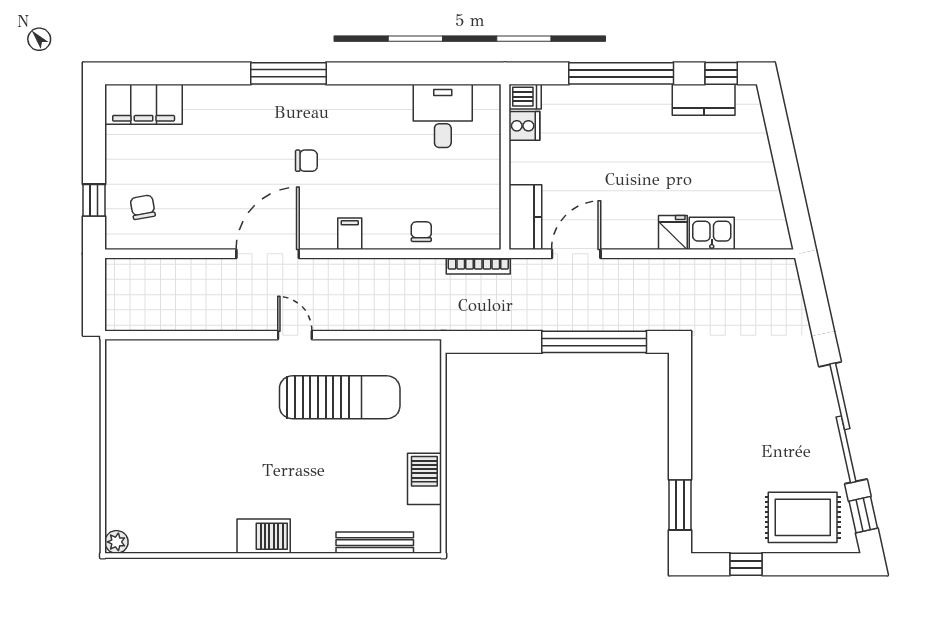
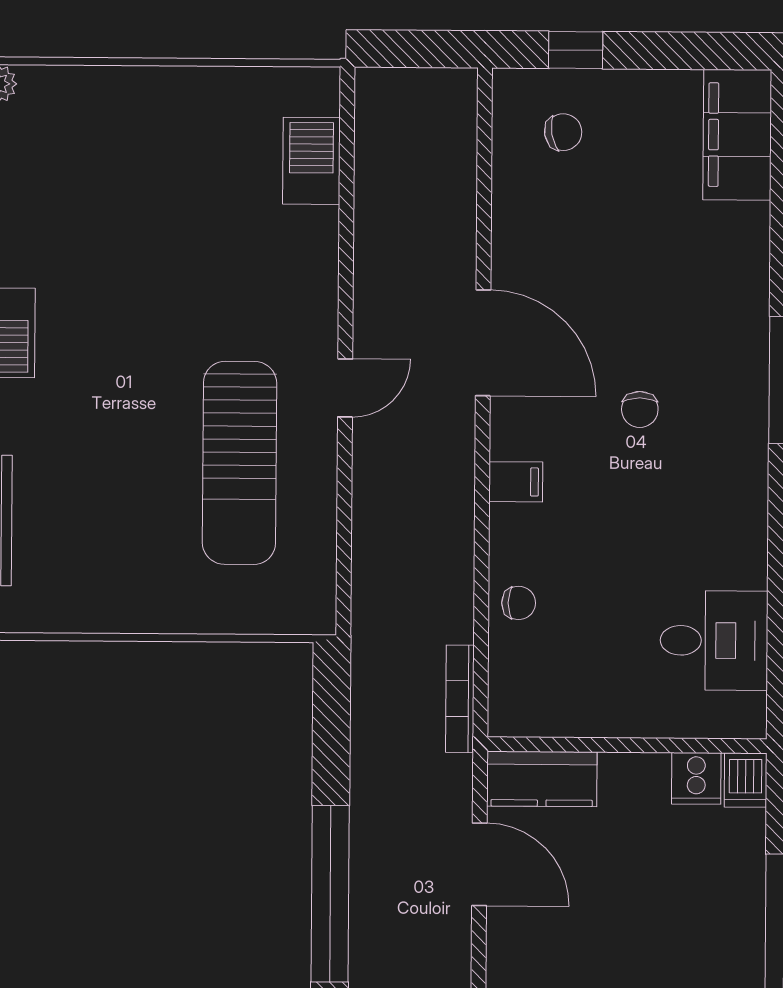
barbecue: (424, 479) -> (311, 161), moved, turned -90

